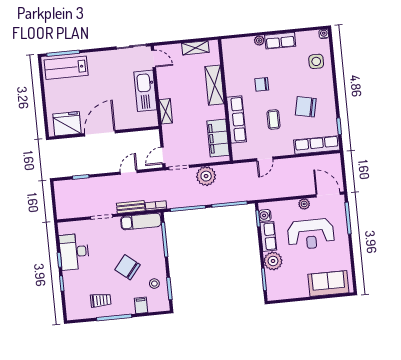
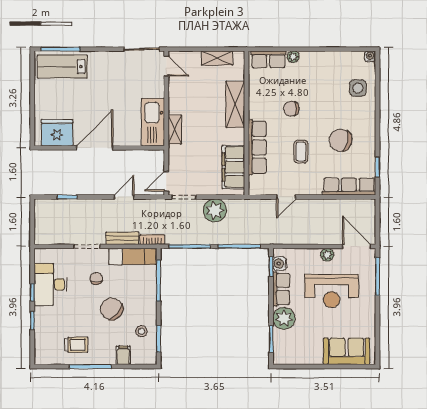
row of seats: (280, 41) -> (268, 59), moved
kitchen sink: (145, 91) -> (153, 122), moved
chair: (112, 243) -> (96, 278), added

